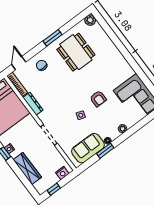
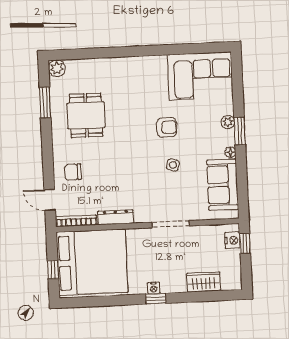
window: (53, 38) -> (45, 103), moved
dining table: (76, 52) -> (86, 115), width x0.73
window: (105, 151) -> (240, 131), moved
wardrobe: (27, 169) -> (204, 282), width x0.67
window: (54, 189) -> (245, 244), moved

